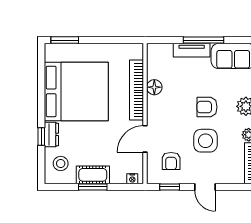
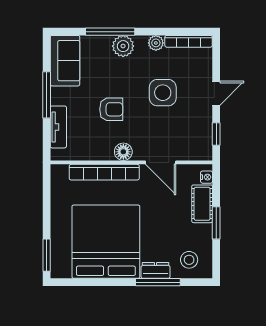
tv unit: (192, 50) -> (58, 127), moved
floor lamp: (154, 87) -> (123, 152), moved
armchair: (207, 107) -> (111, 109), moved, turned -90
window: (41, 136) -> (158, 282), width x2.17
armchair: (171, 161) -> (186, 132), removed
cot: (93, 175) -> (202, 204), moved

